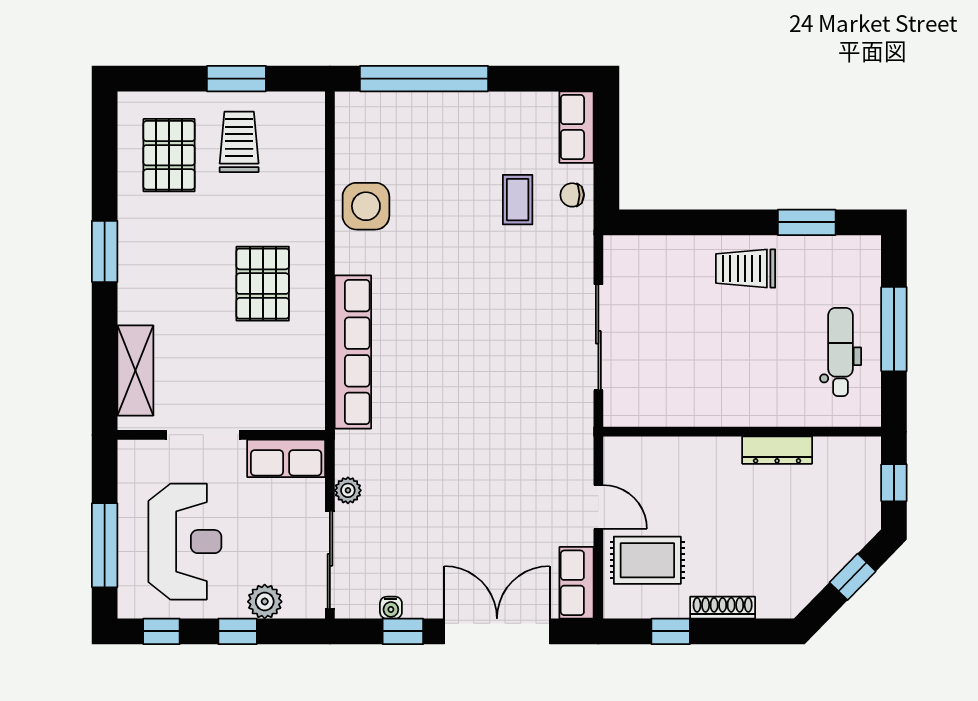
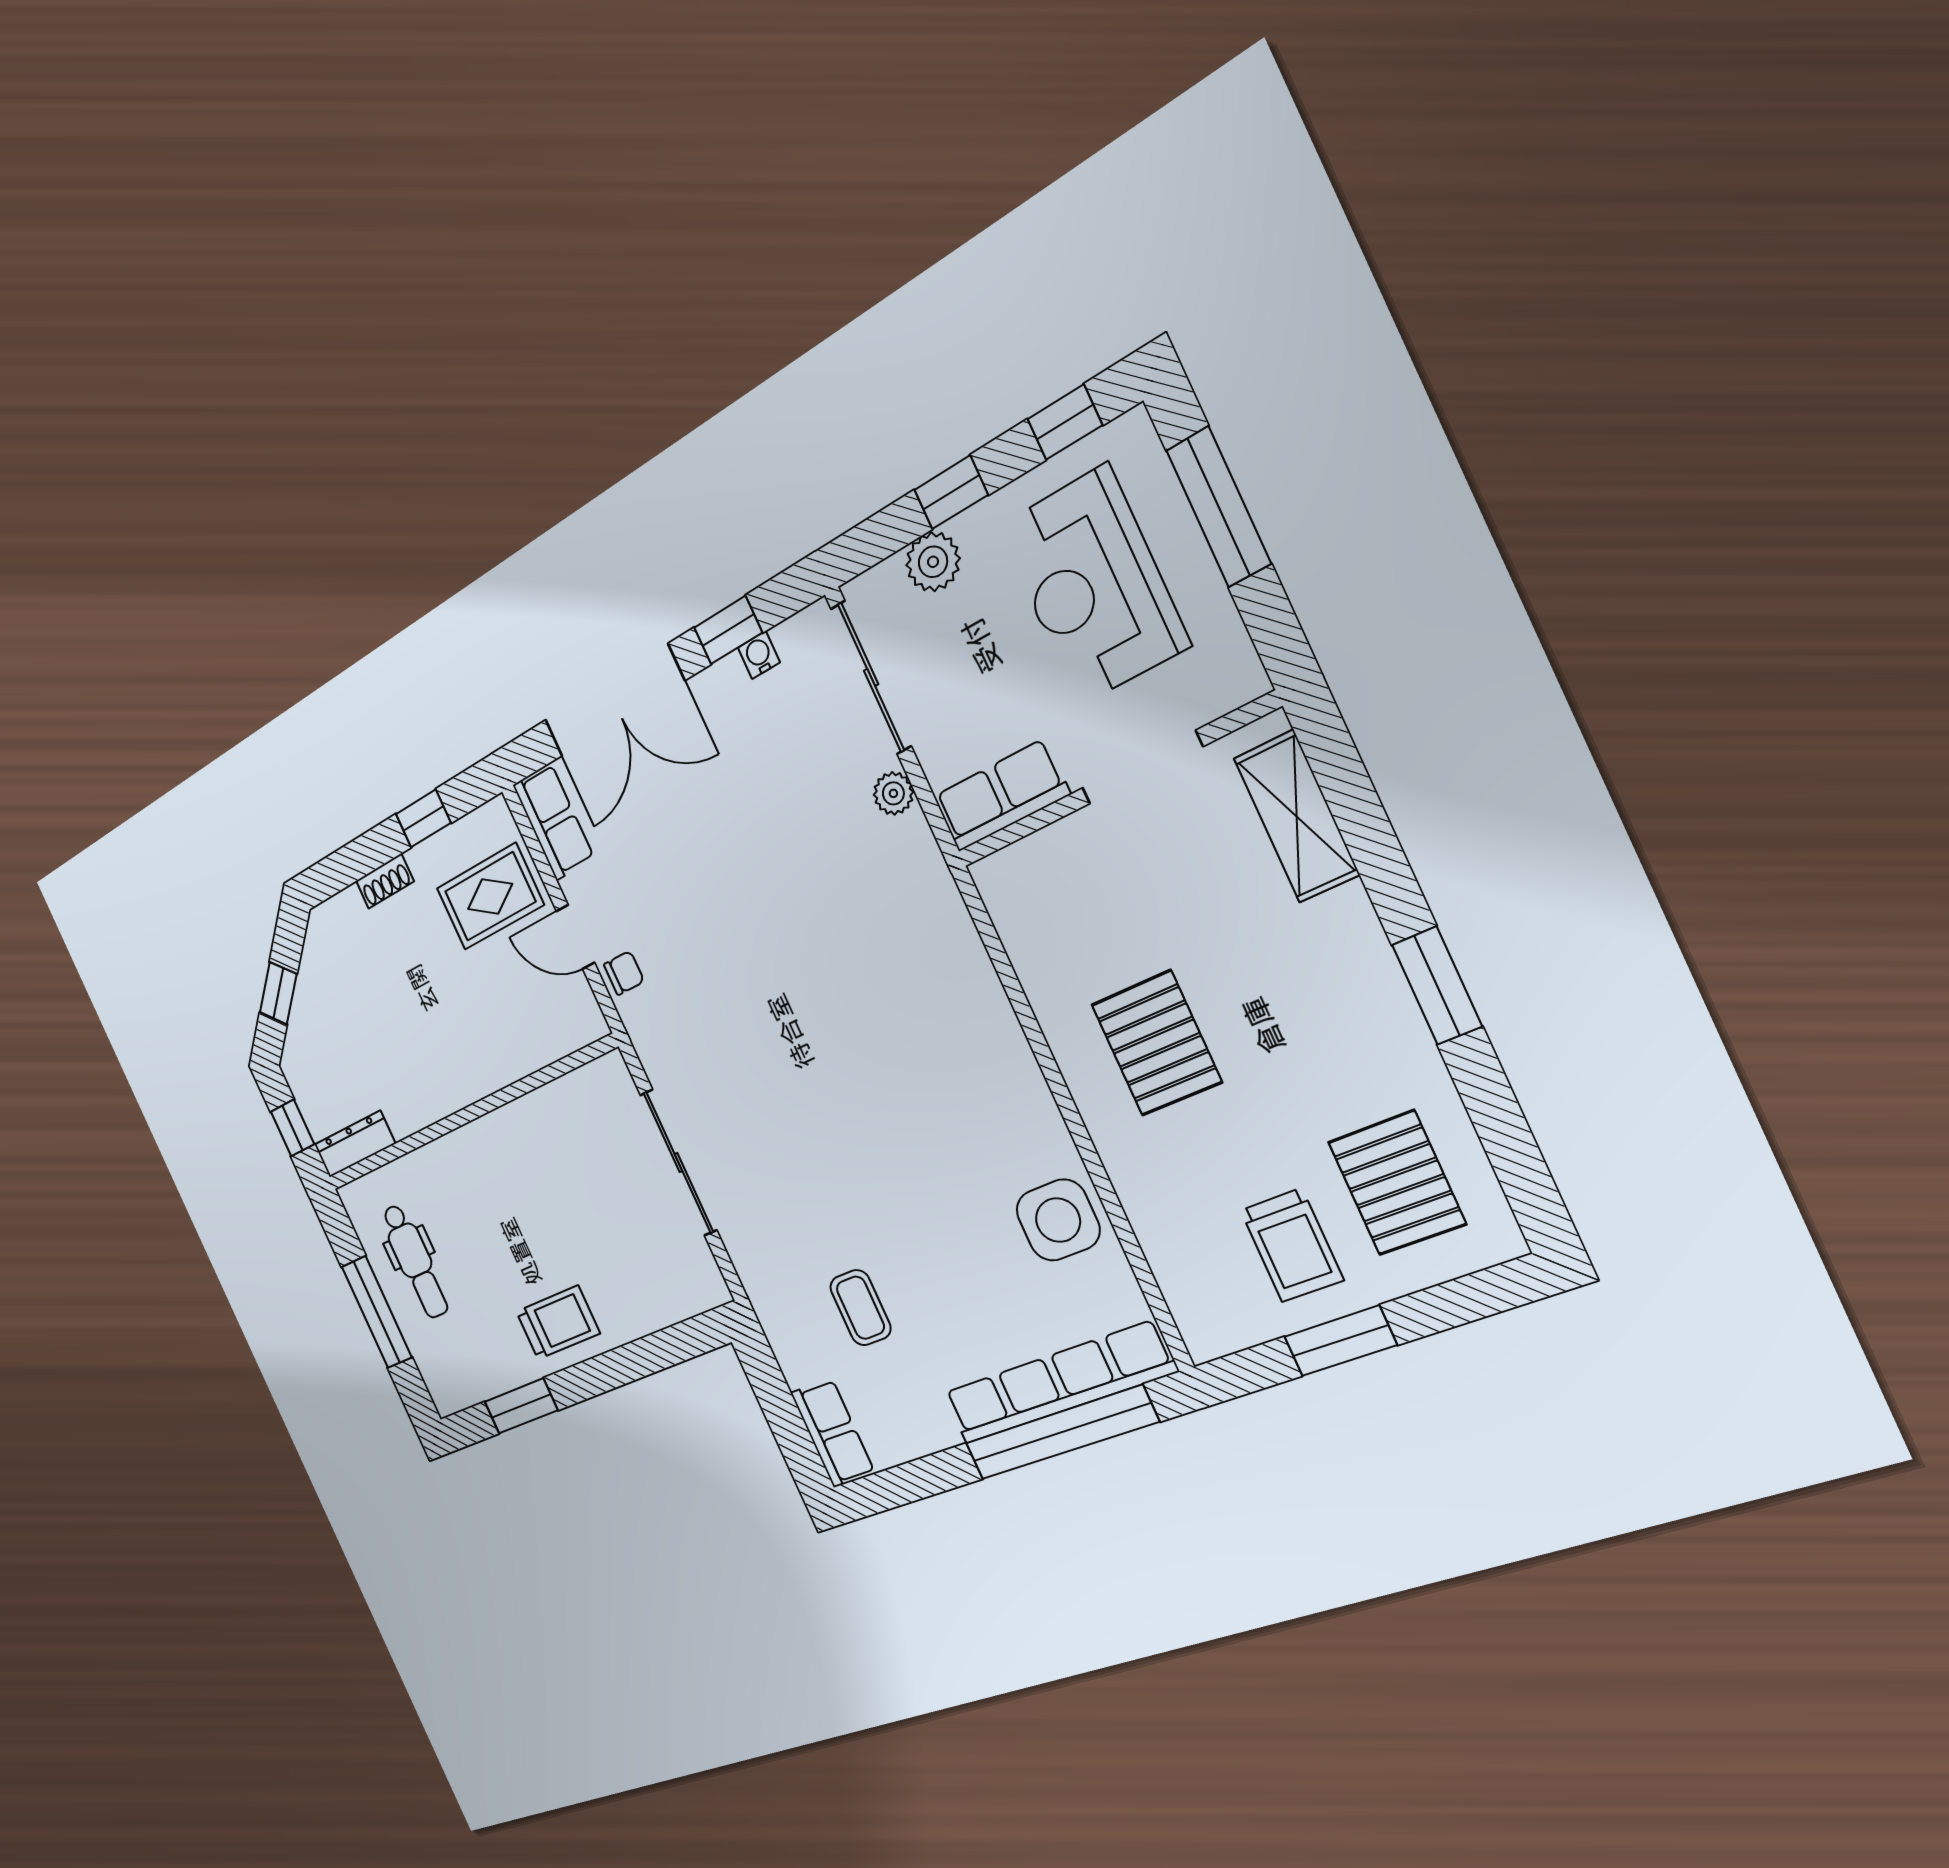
chair: (572, 195) -> (624, 973), moved
row of seats: (353, 352) -> (1058, 1383), moved, turned 90
dresser: (777, 450) -> (355, 1144), moved
shoe rack: (723, 608) -> (385, 881), width x0.70

